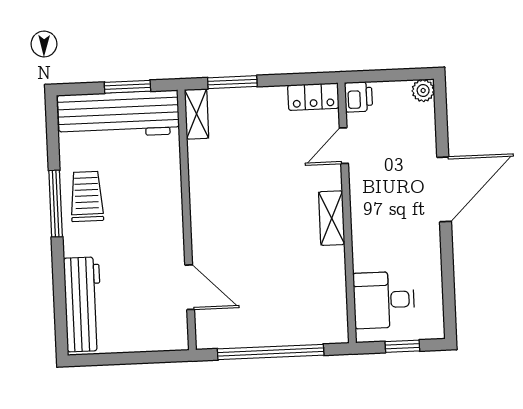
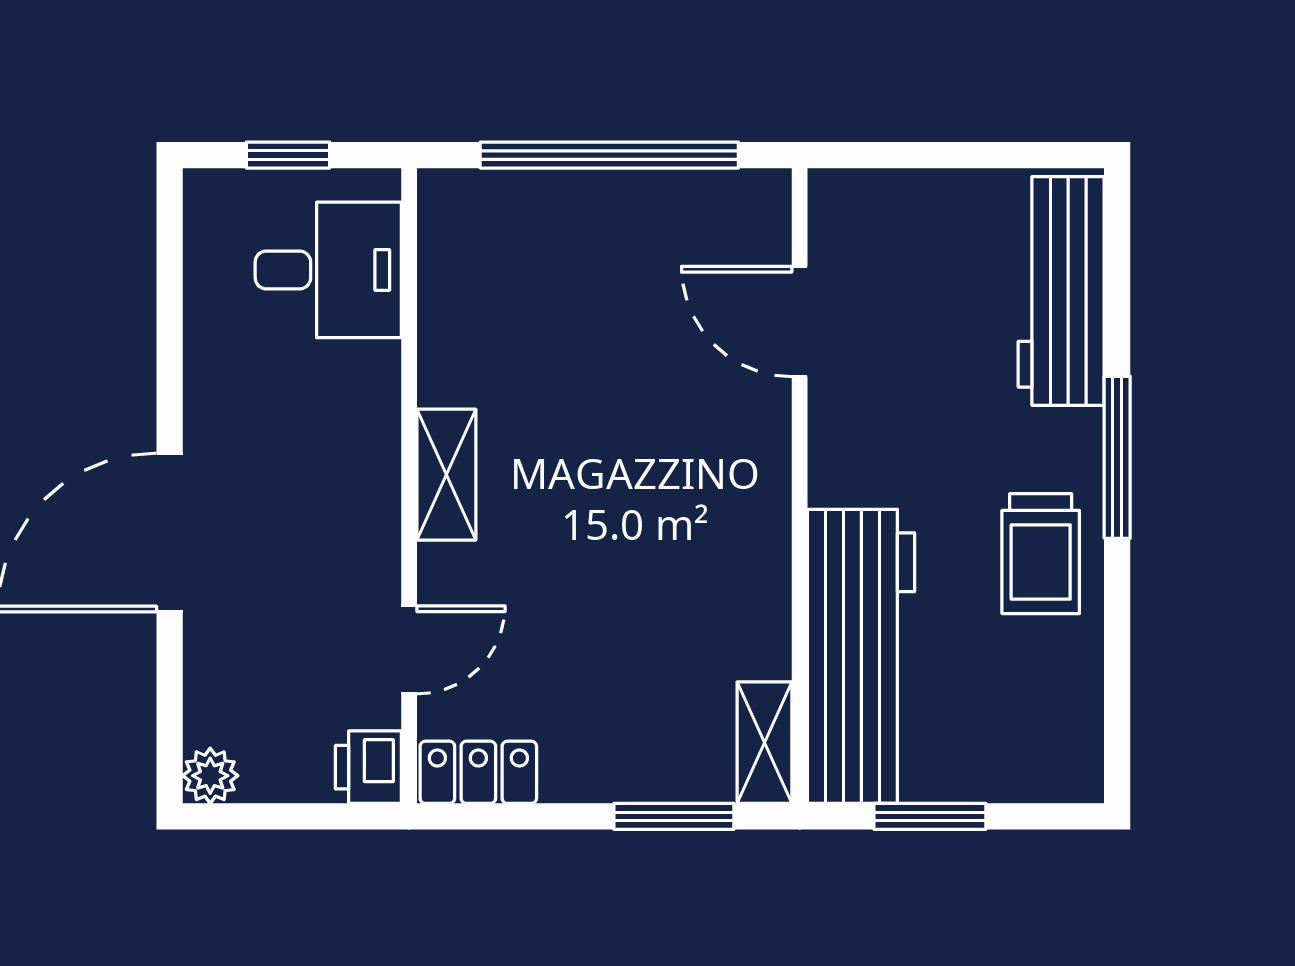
workbench: (119, 114) -> (861, 656), moved, turned 90
window: (56, 204) -> (1117, 457), moved

